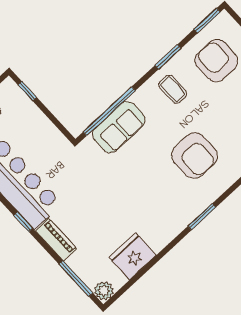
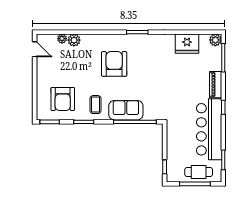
sofa: (119, 127) -> (126, 110), moved

